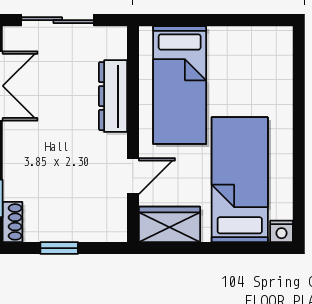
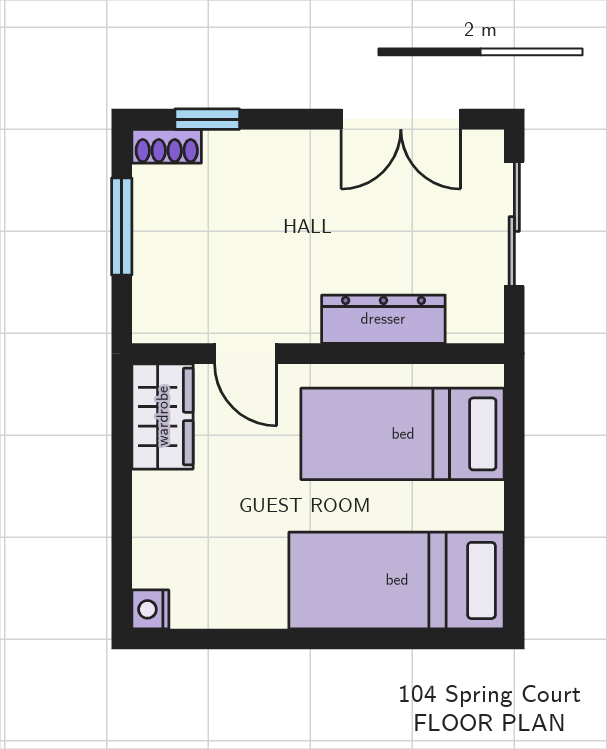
bed: (240, 180) -> (397, 580), moved, turned 180
window: (59, 248) -> (122, 227), width x1.50

